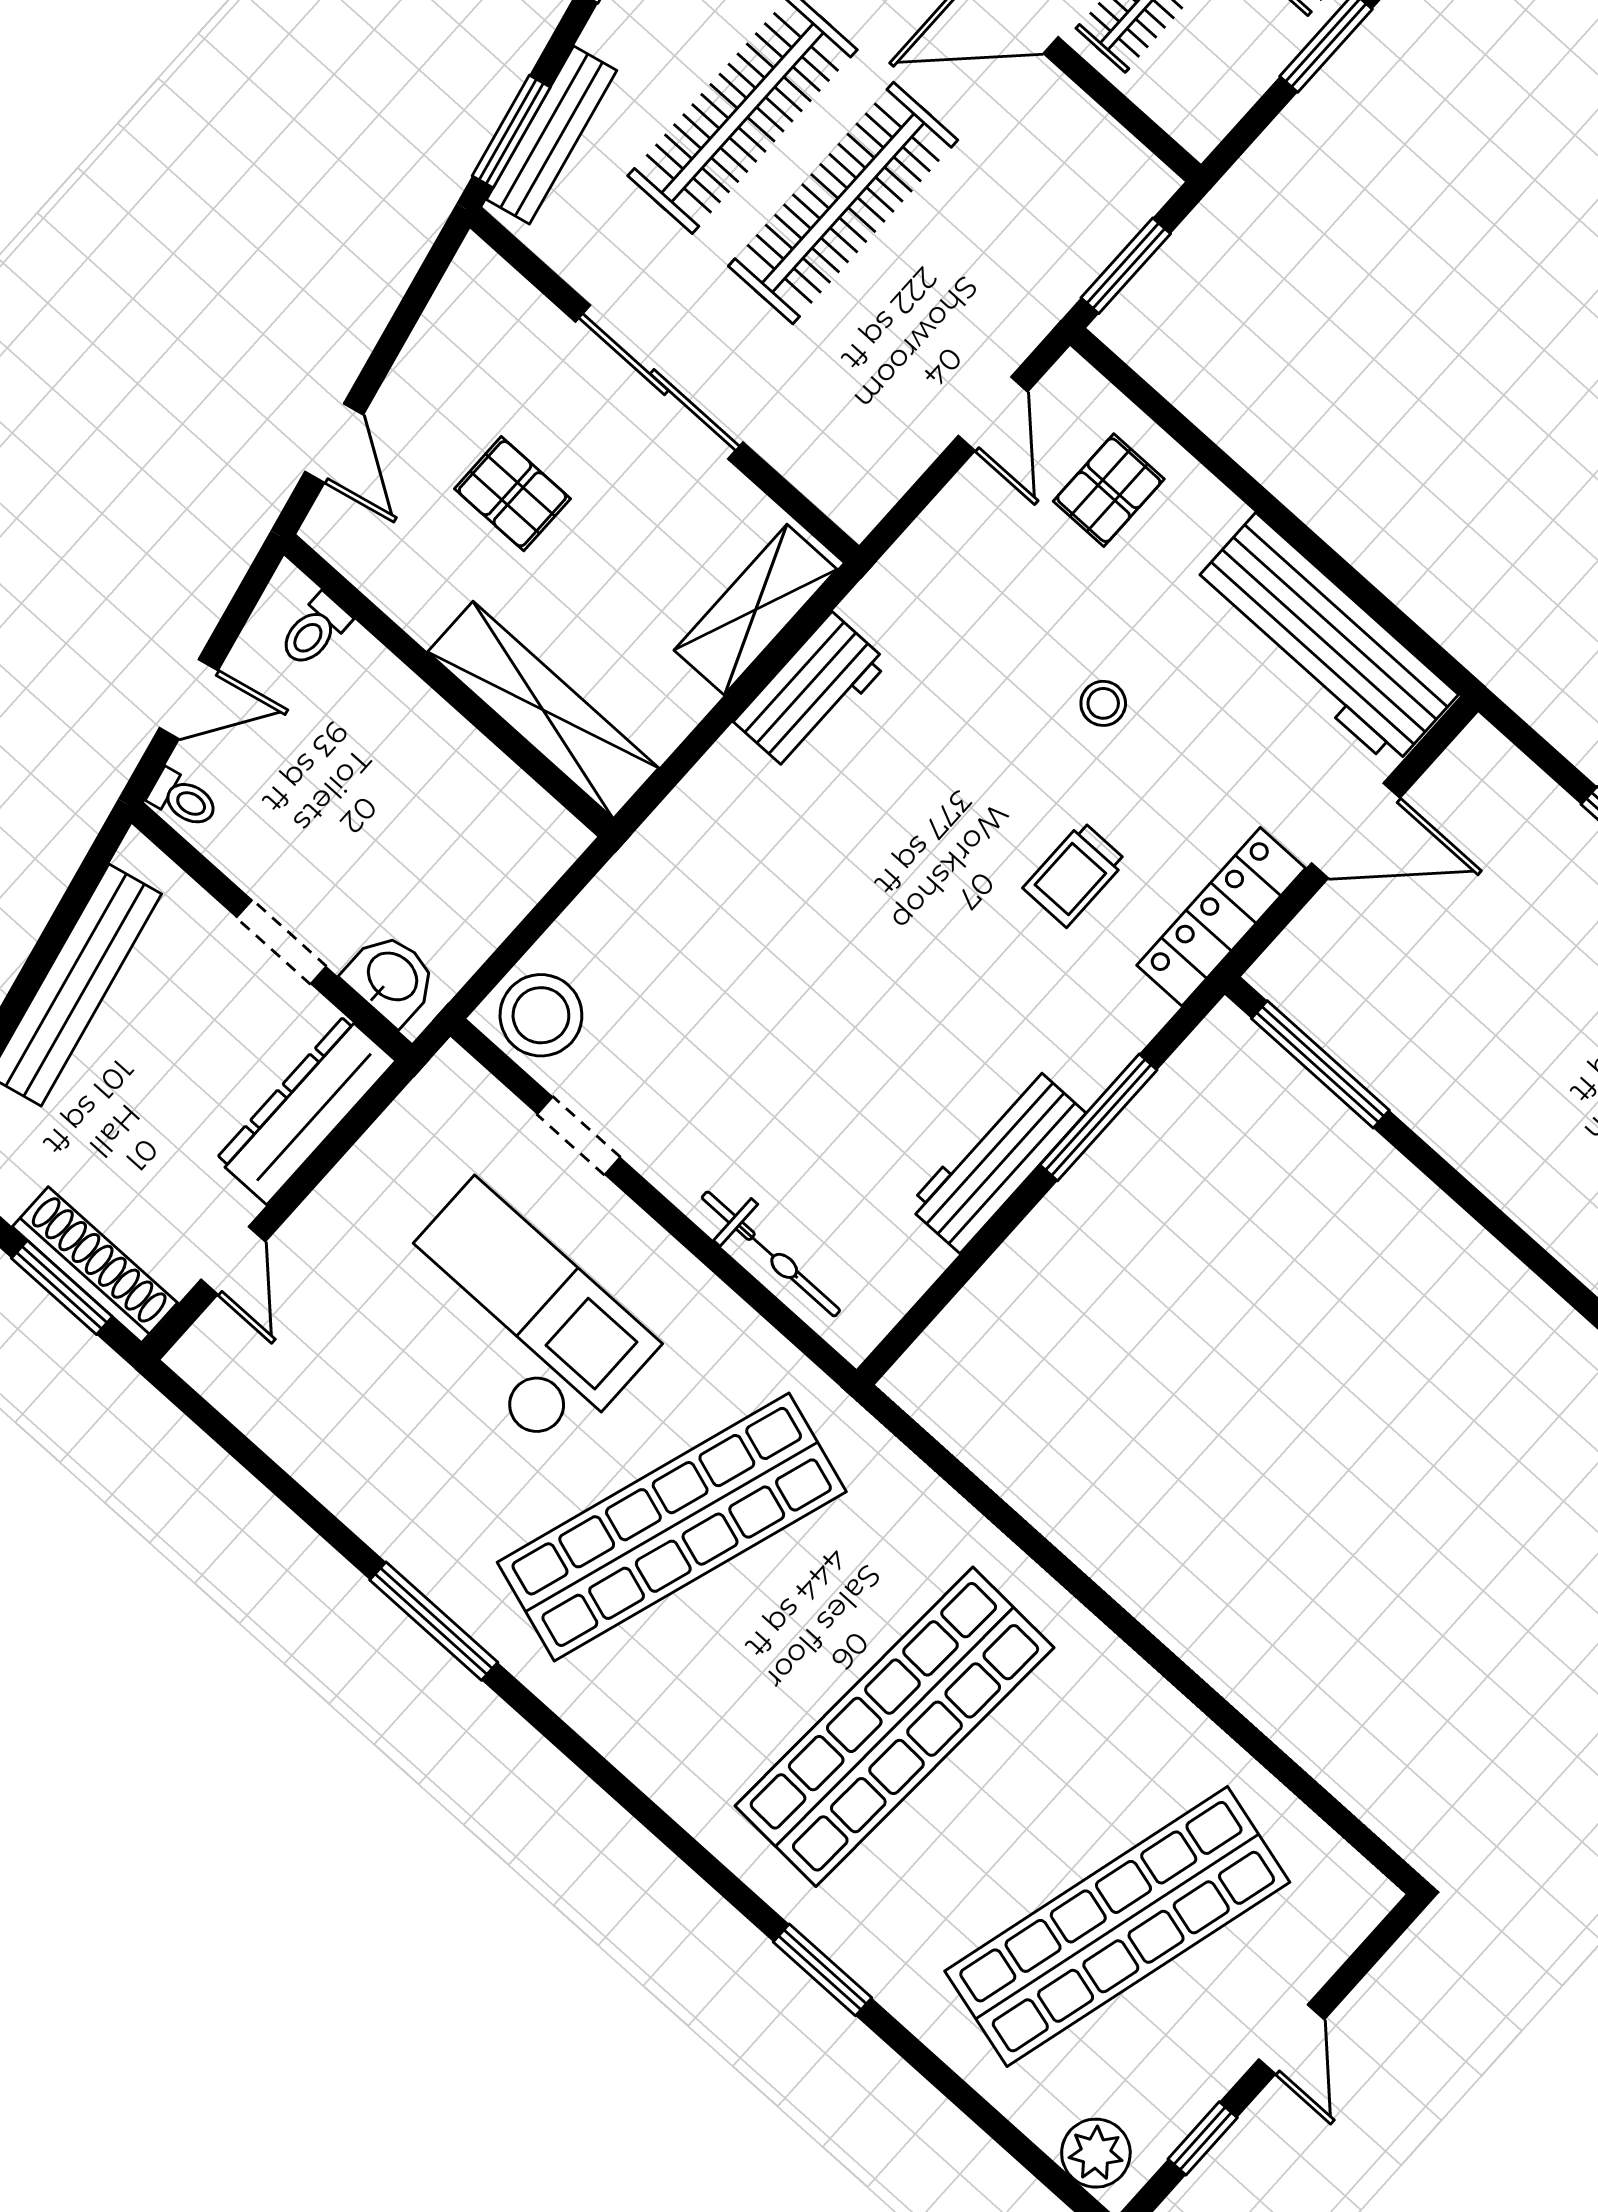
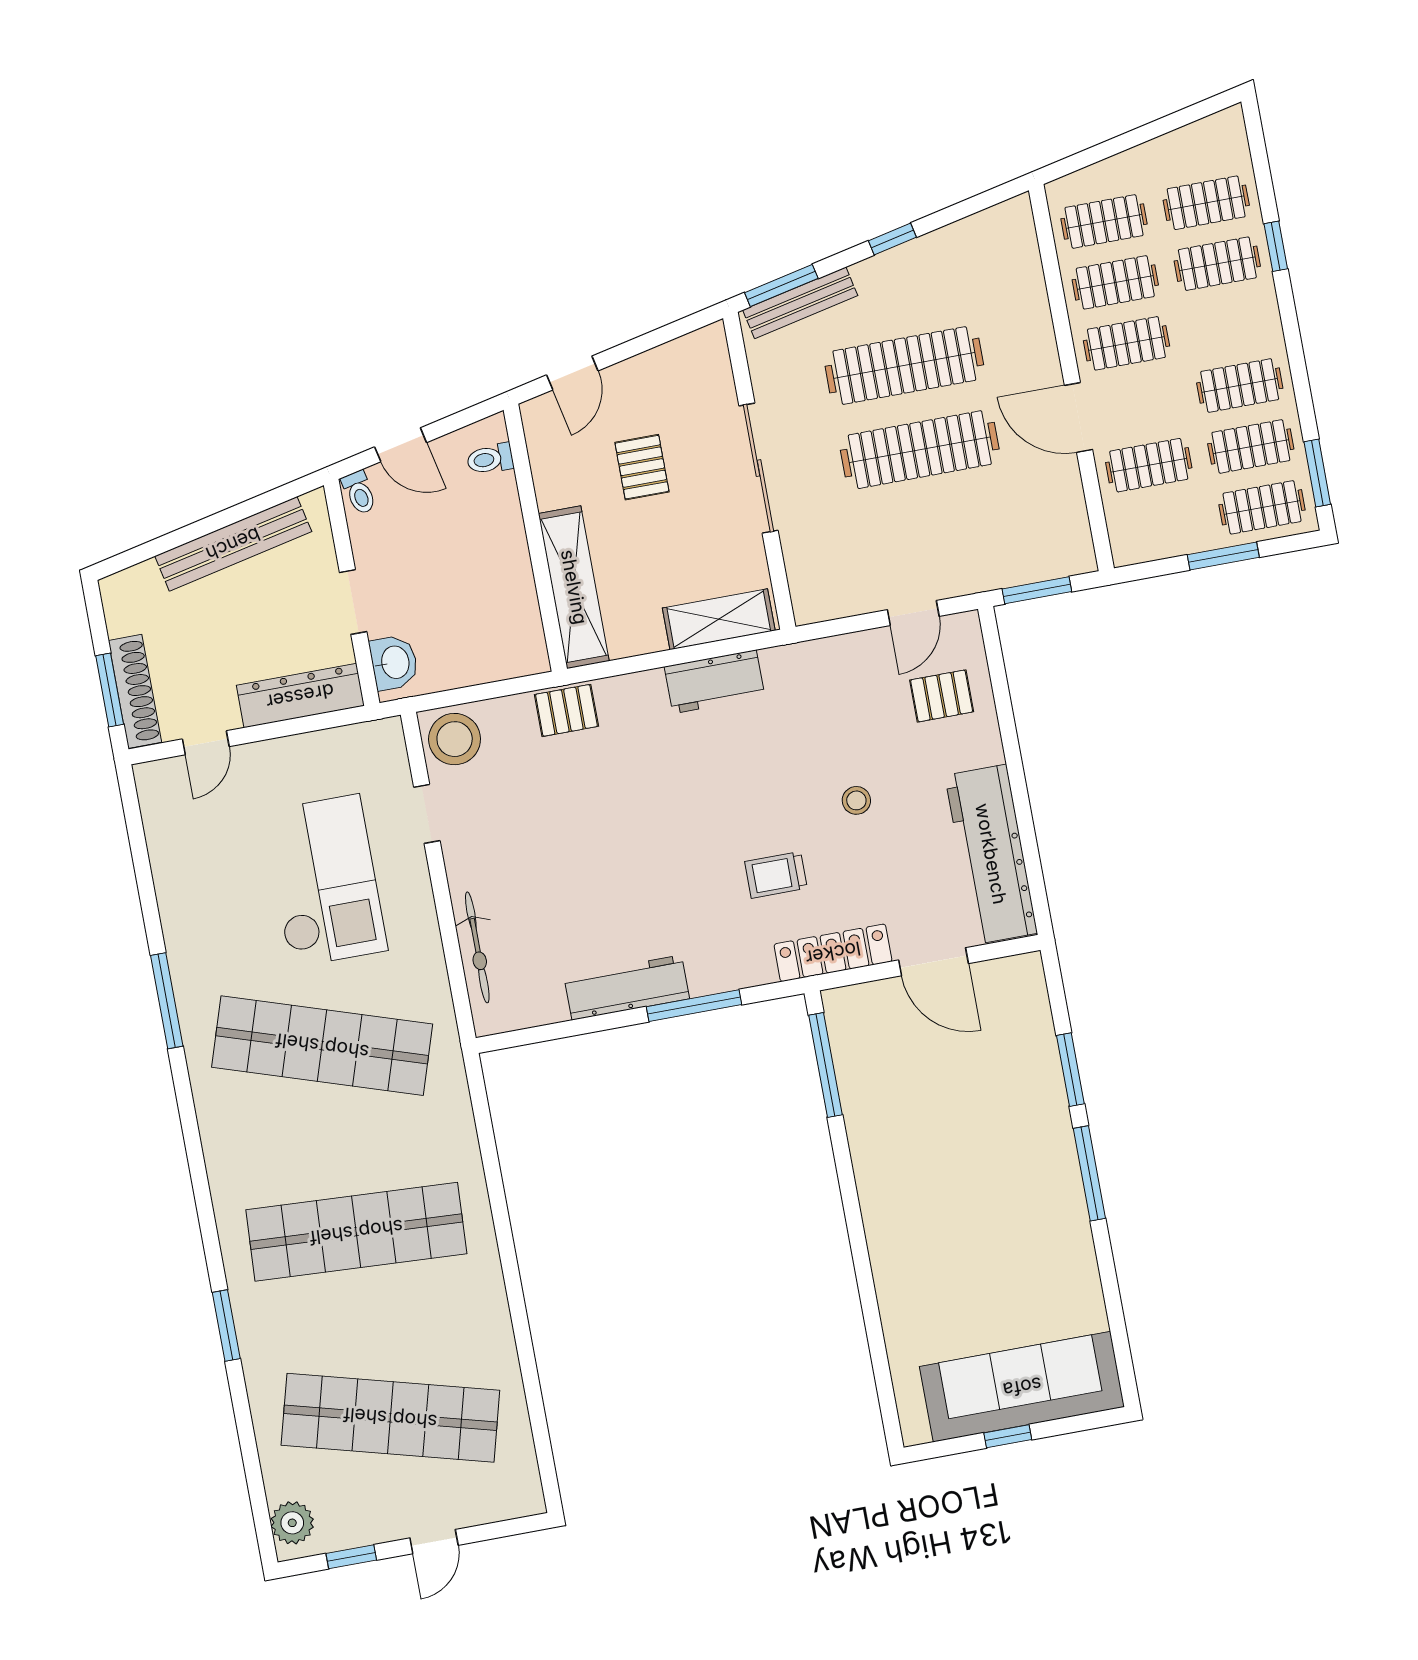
pallet: (653, 871) -> (566, 710), added

